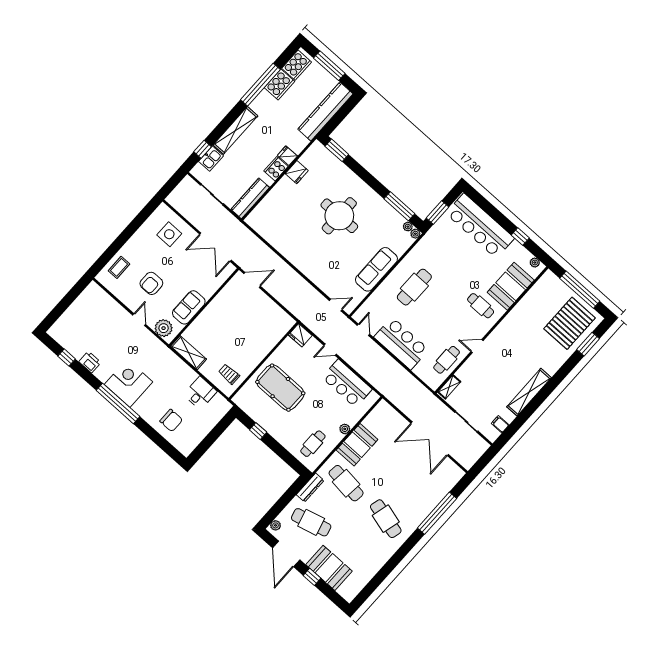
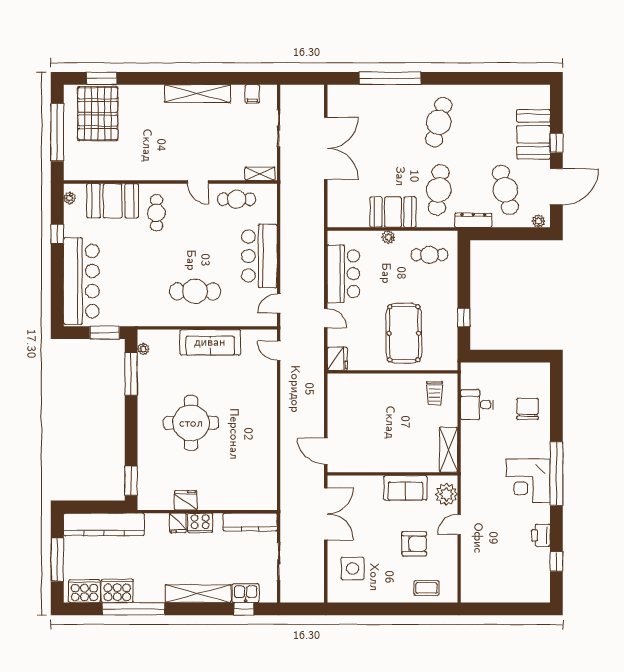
plant: (415, 234) -> (143, 336), removed
pallet: (570, 323) -> (98, 114), turned 90

